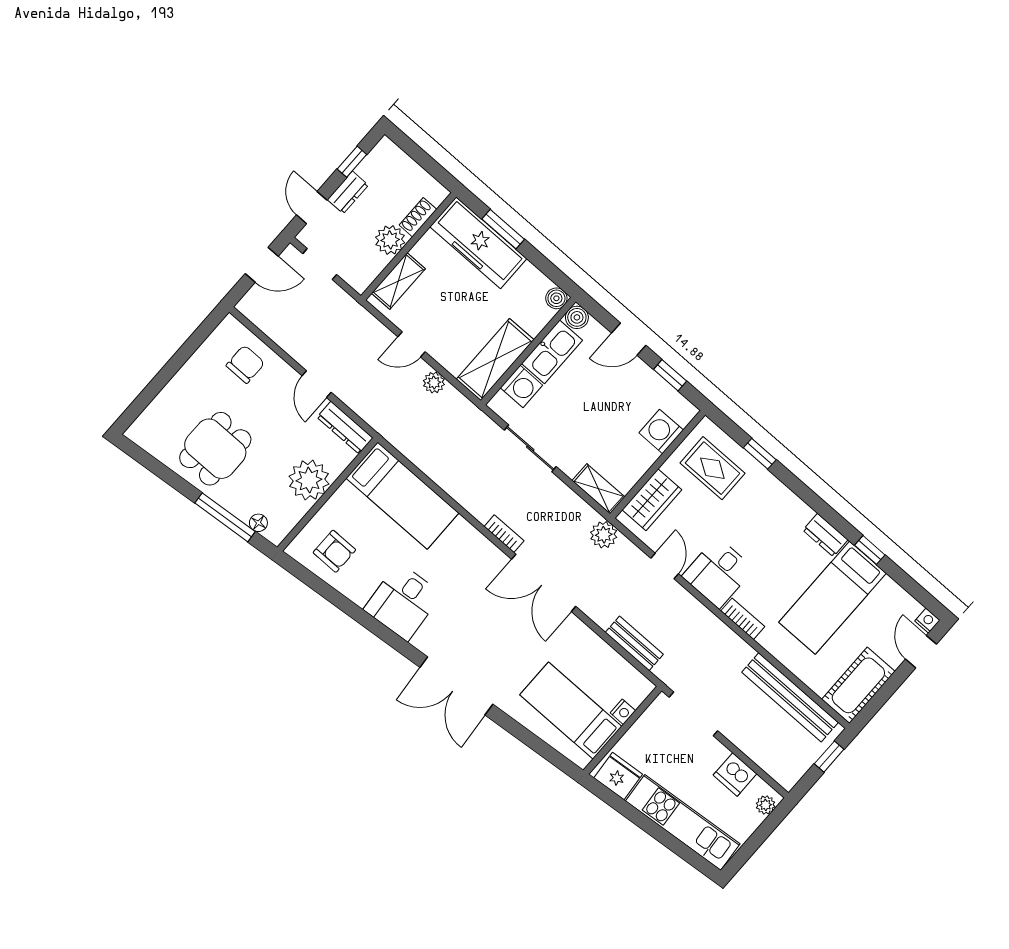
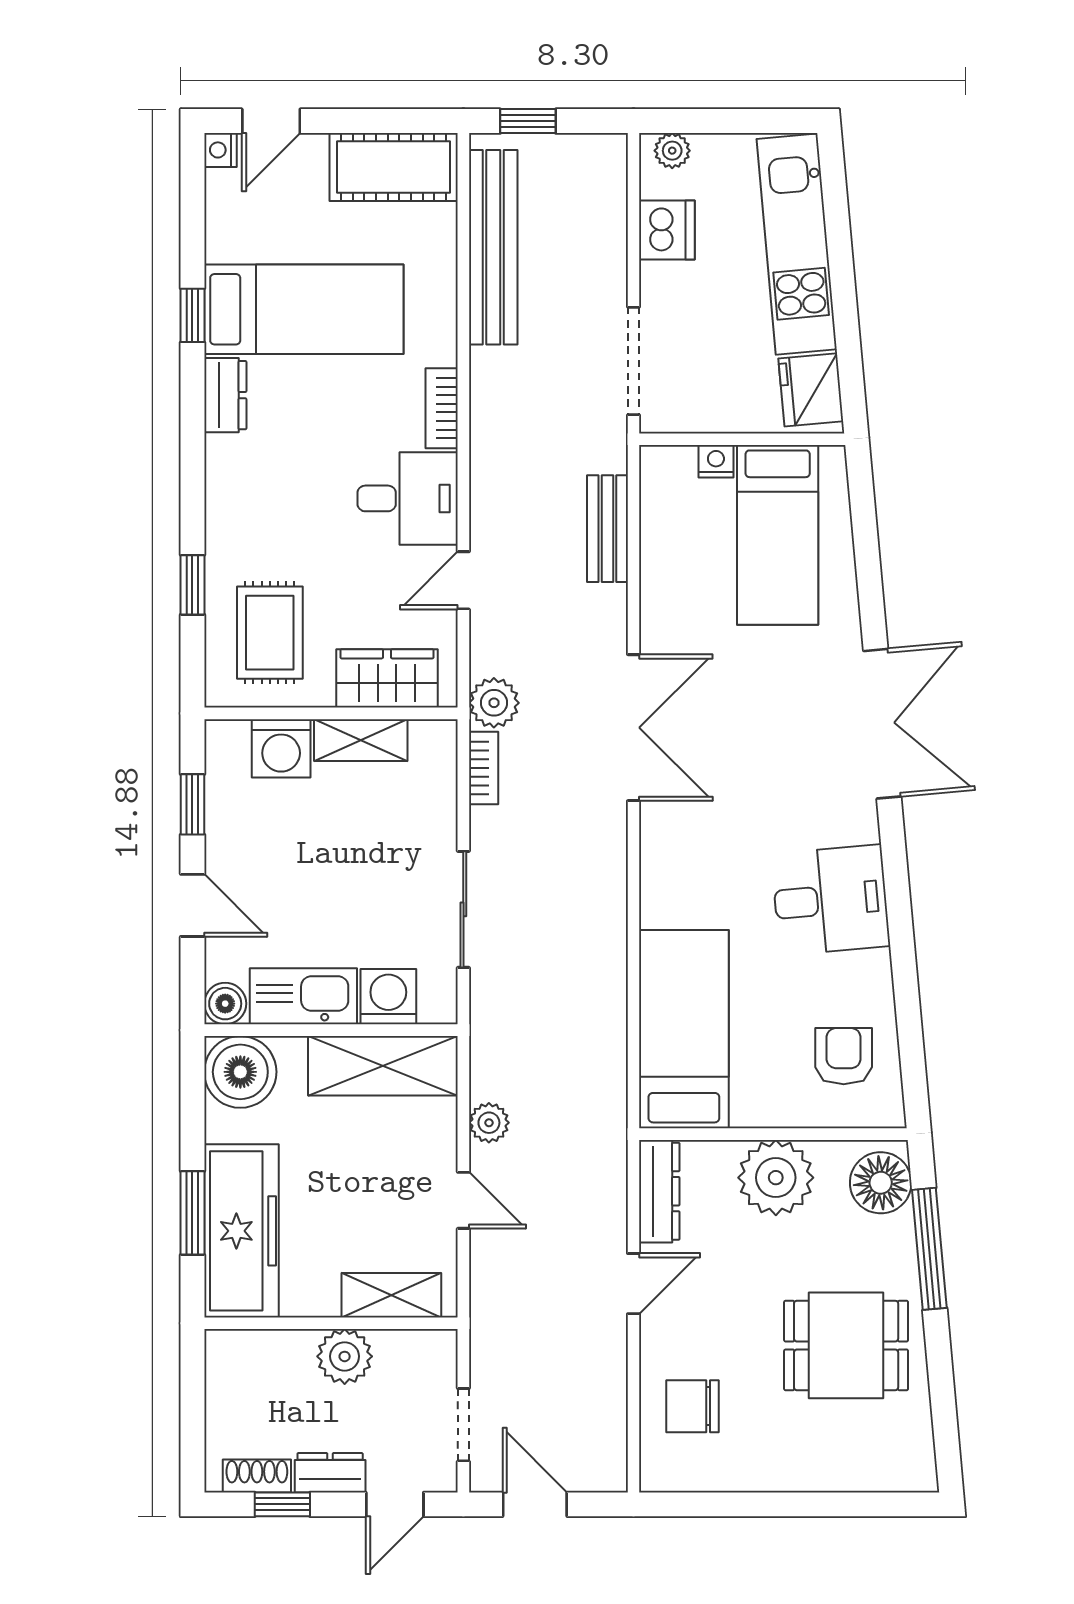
shoe rack: (418, 217) -> (257, 1476), moved, turned 180
boiler: (556, 298) -> (240, 1072), width x1.86, depth x1.86
shelving: (598, 489) -> (361, 740), moved, turned 90
floor lamp: (258, 523) -> (881, 1183), width x1.89, depth x1.89
bookcase: (504, 534) -> (484, 768), moved, turned 180

